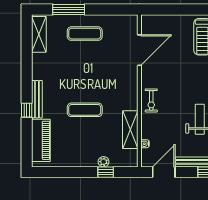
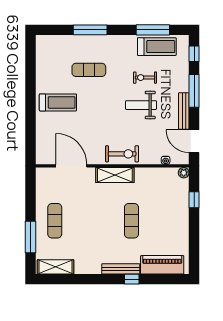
exercise bike: (151, 101) -> (122, 154), width x1.38, depth x1.39
shelving: (130, 130) -> (115, 175), moved
plant: (104, 162) -> (184, 173), moved

